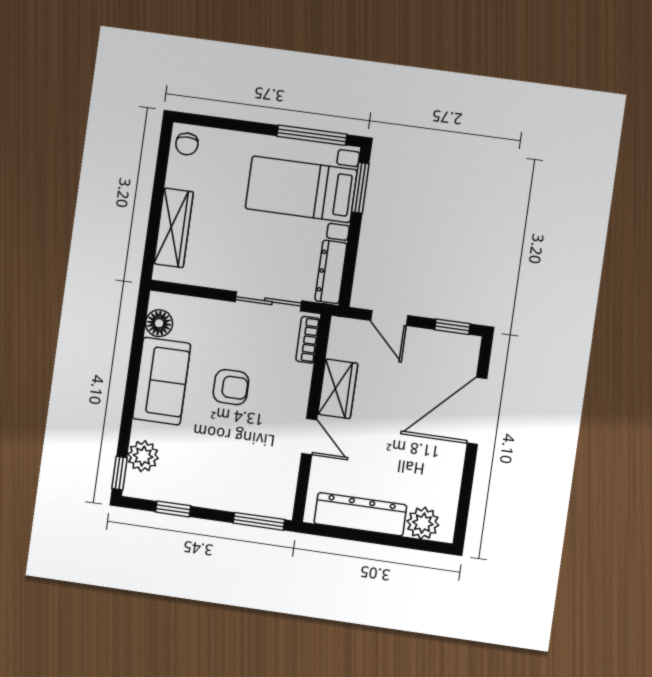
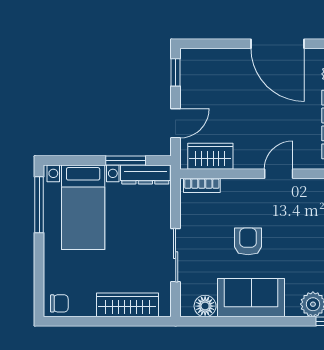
window: (360, 188) -> (126, 160), moved
sliding door: (268, 301) -> (176, 255), moved
wardrobe: (338, 389) -> (210, 156), moved
door: (477, 411) -> (277, 44), moved

